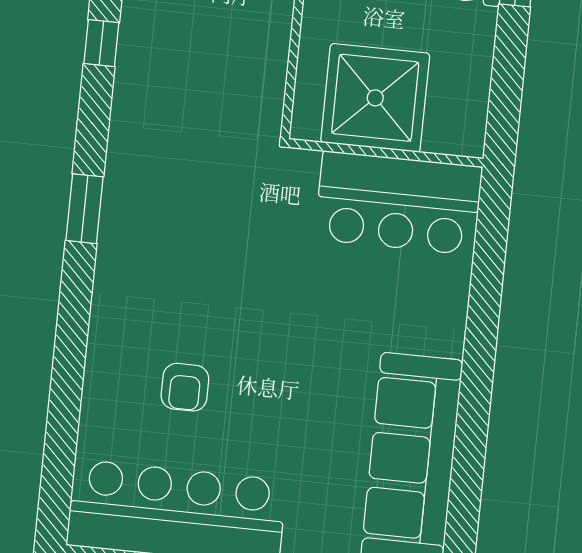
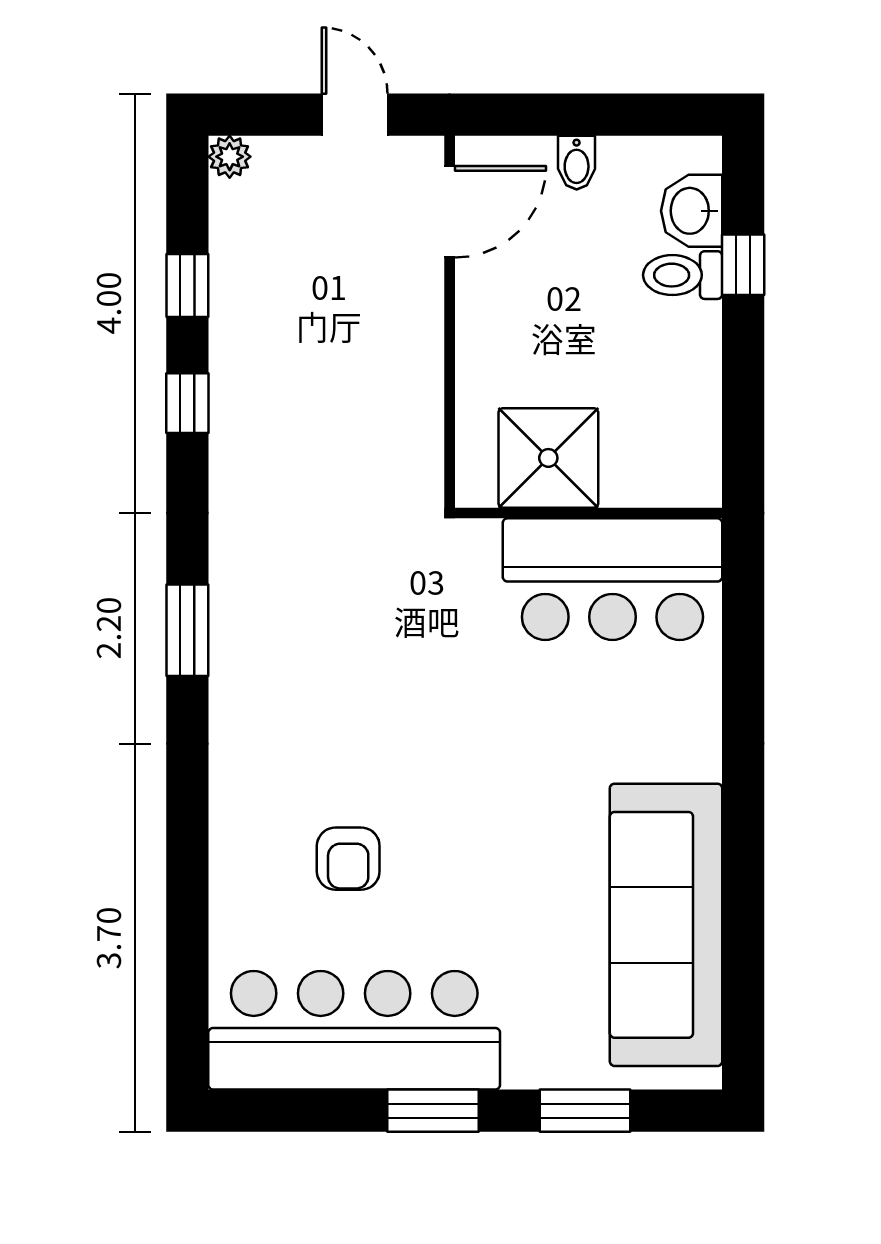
shower: (375, 98) -> (548, 458), width x0.73, depth x0.73

